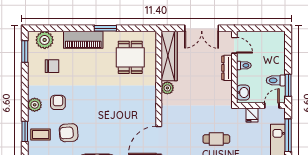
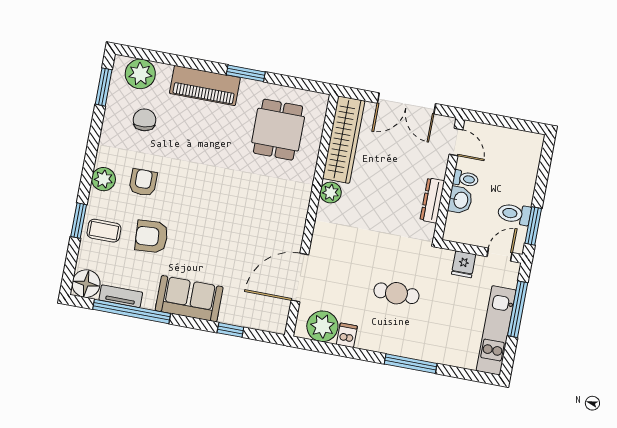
chair: (52, 66) -> (144, 120), turned -97
dresser: (227, 68) -> (432, 200), moved
washbasin: (243, 93) -> (460, 200), moved

